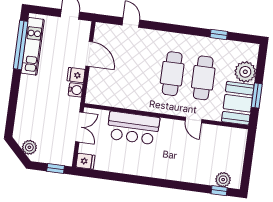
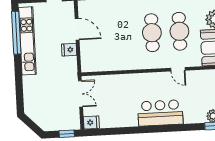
kitchen unit: (33, 46) -> (27, 41), width x1.36
water cooler: (76, 90) -> (71, 62), removed
bar counter: (133, 128) -> (160, 113), moved, turned 180
plant: (29, 147) -> (41, 120), removed

